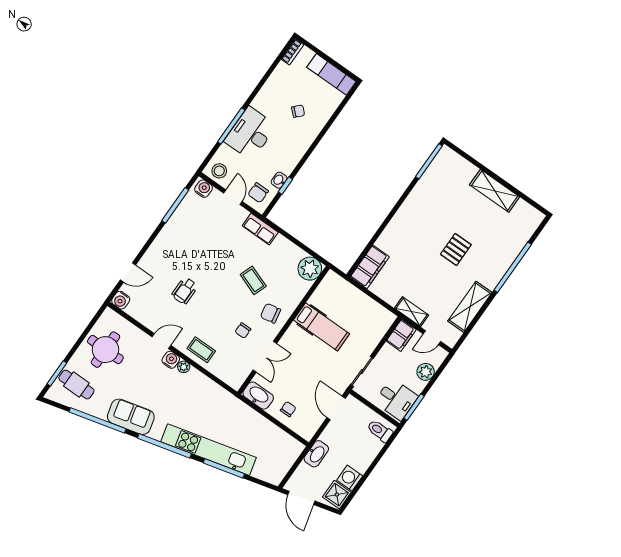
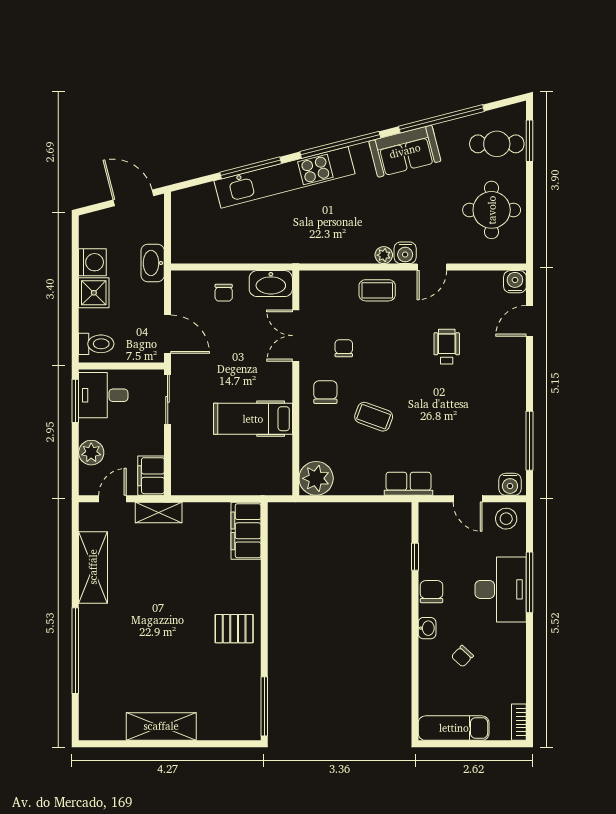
washbasin: (279, 180) -> (427, 628), moved
chair: (258, 193) -> (431, 592), moved
pallet: (456, 250) -> (234, 629), moved, turned 90
chair: (270, 313) -> (325, 392), turned -79
shower: (337, 495) -> (94, 293), moved

